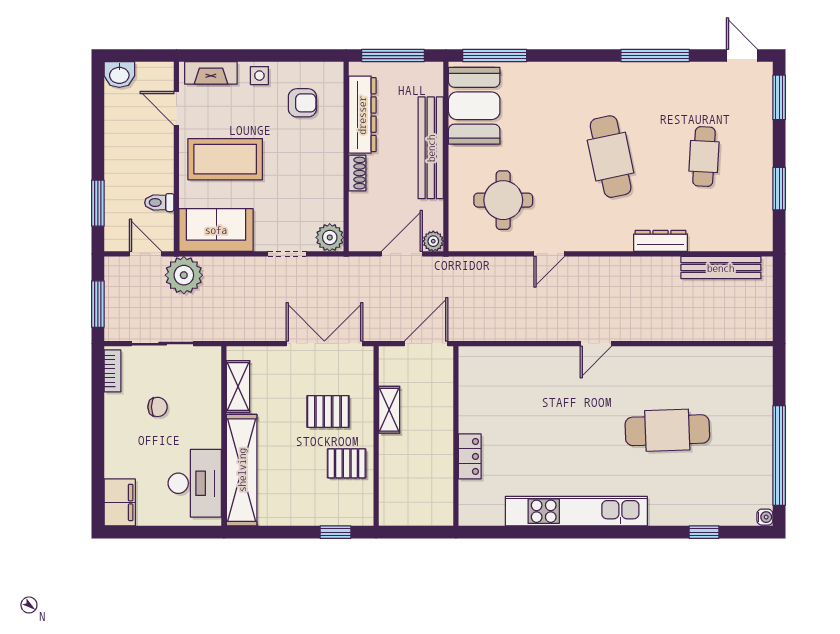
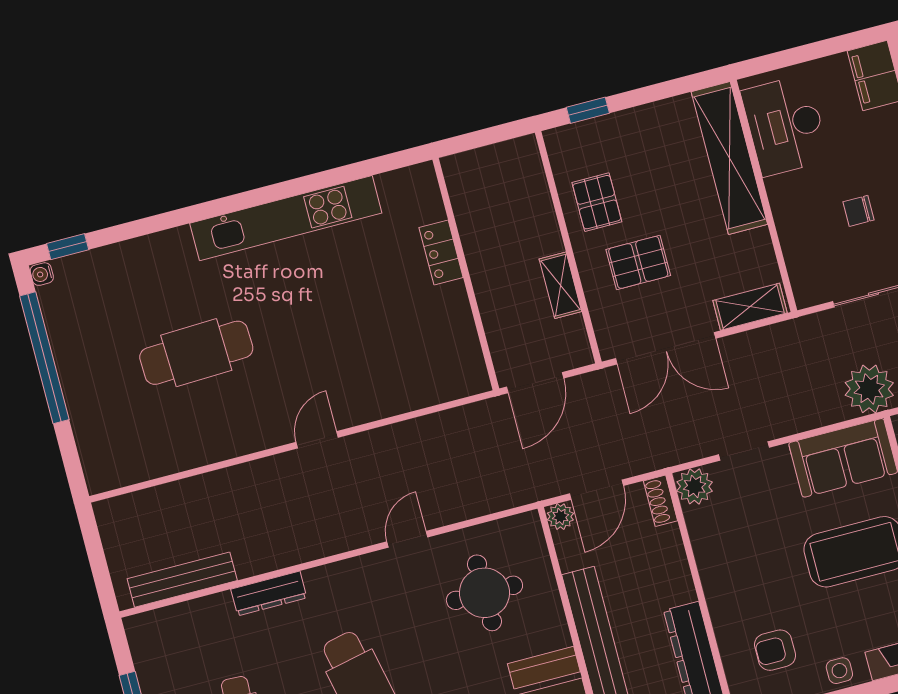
shoe rack: (357, 173) -> (661, 501), moved
shelving: (238, 387) -> (750, 307), moved, turned 90
pallet: (347, 463) -> (597, 202), turned 90
window: (704, 532) -> (68, 247), moved

